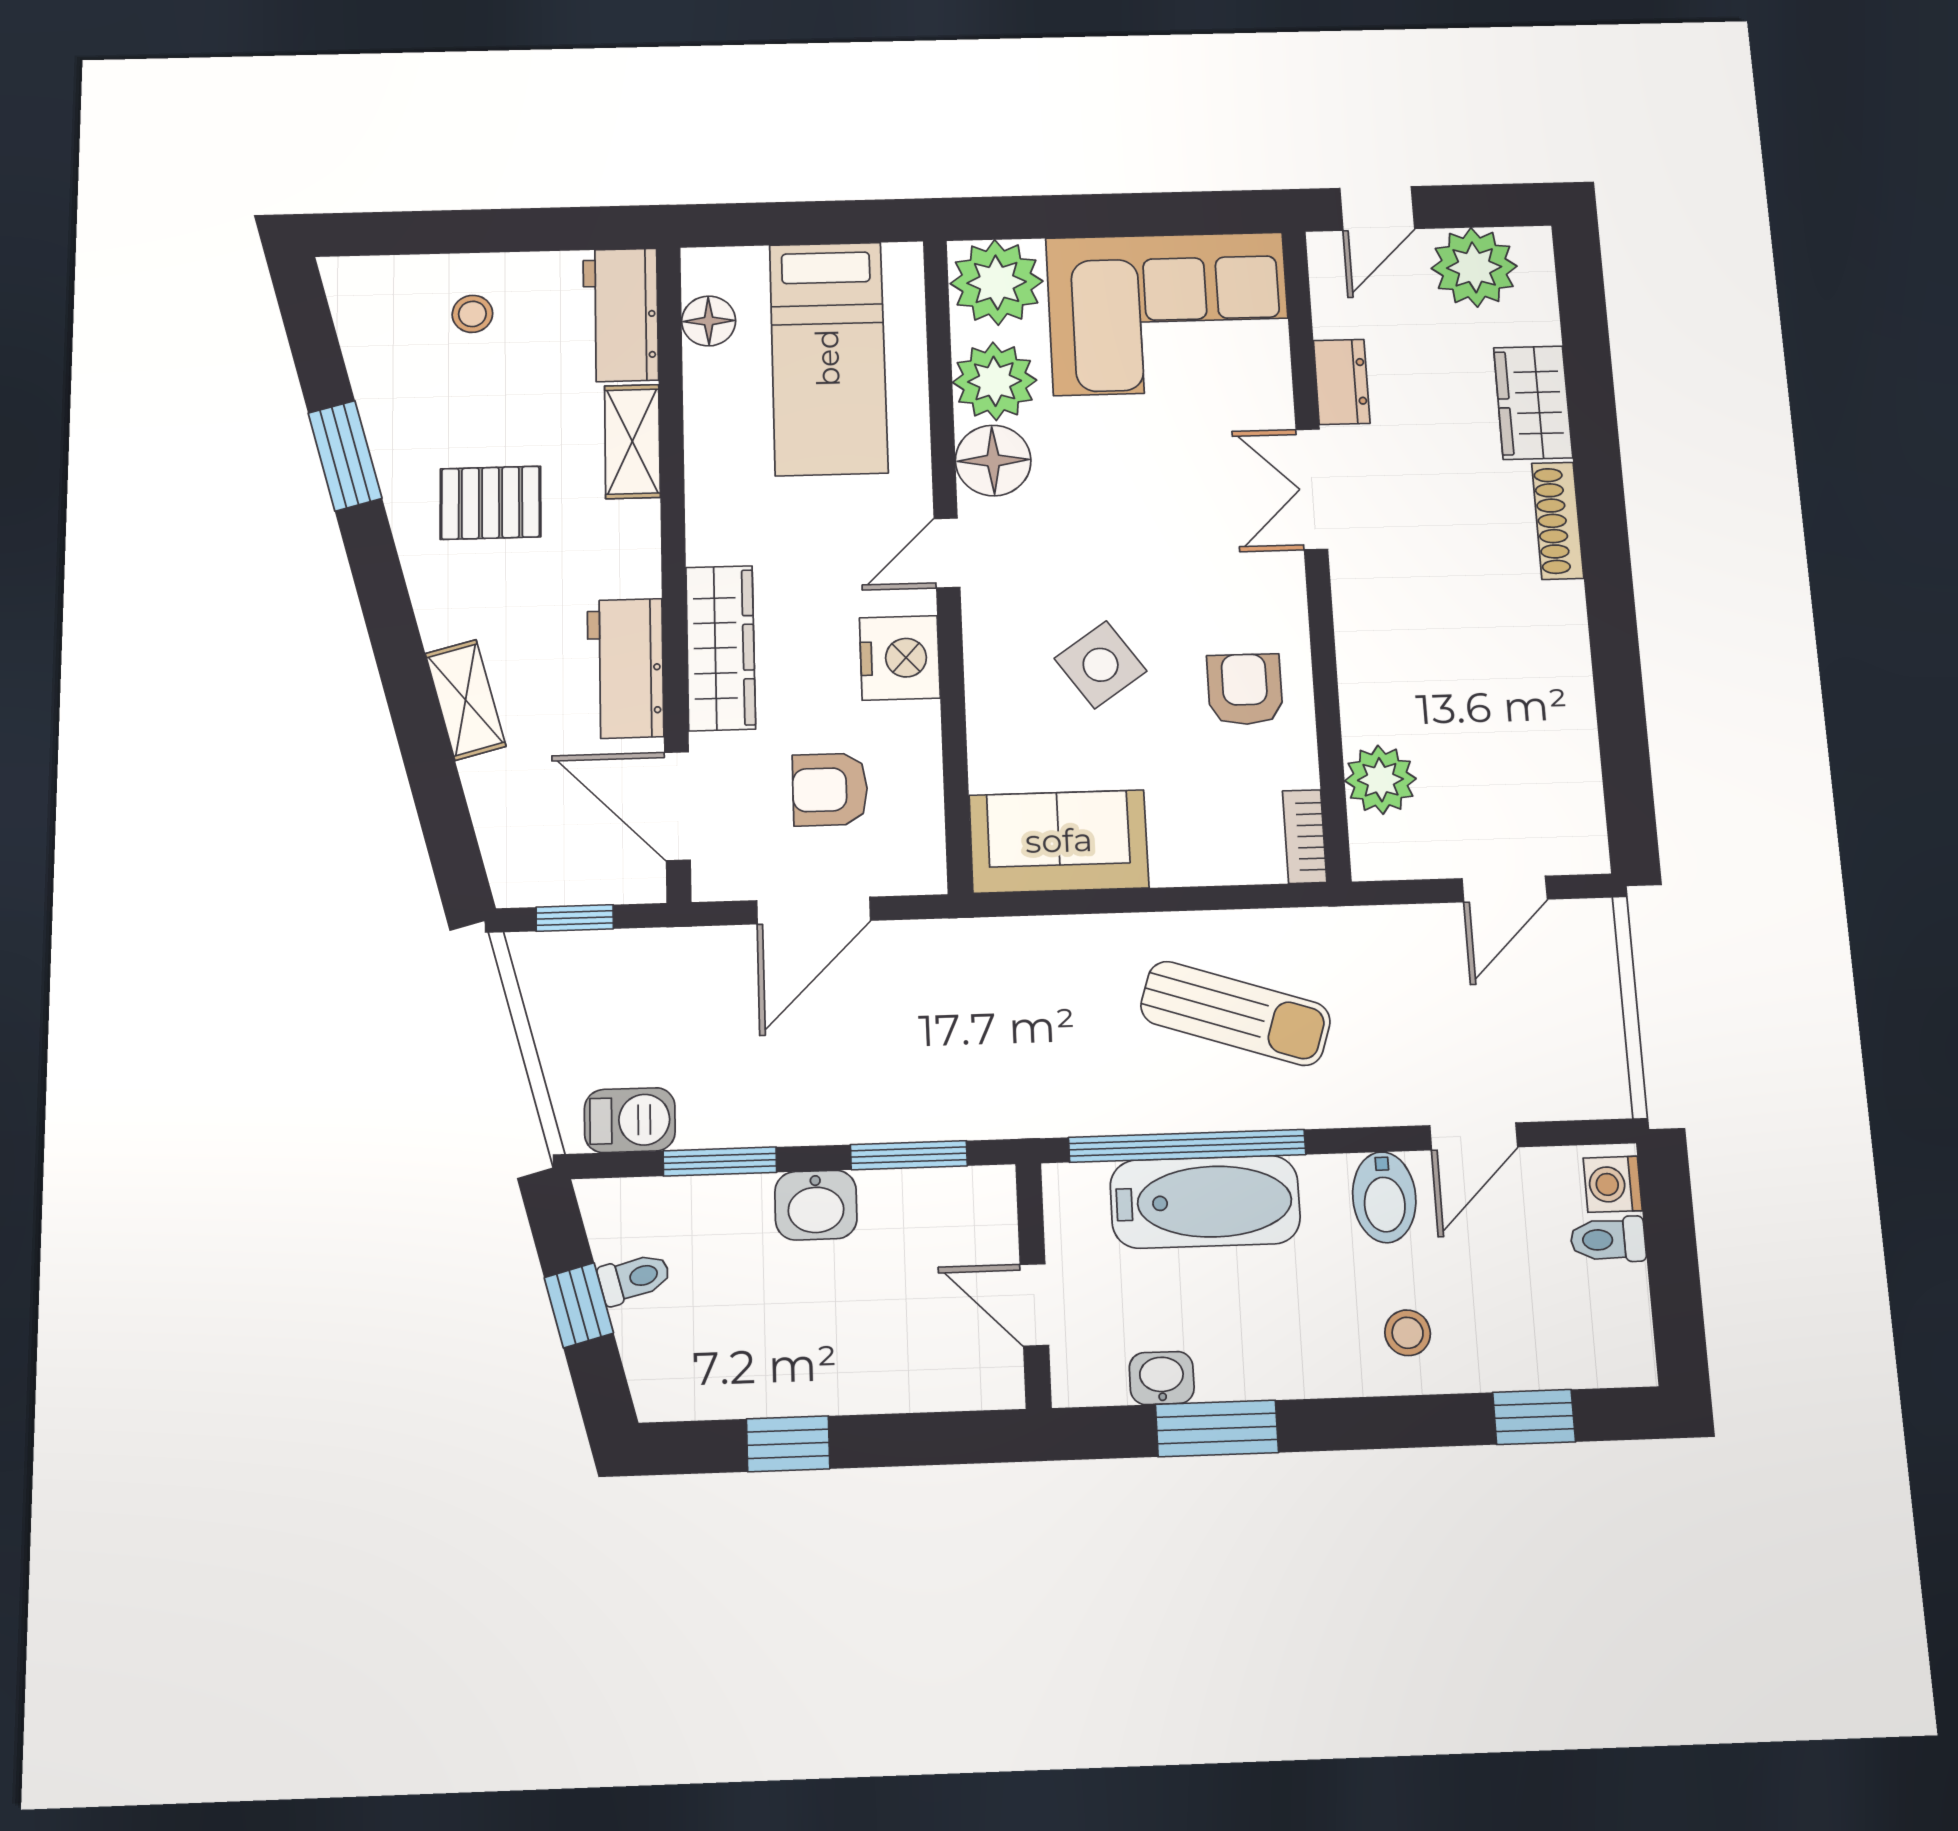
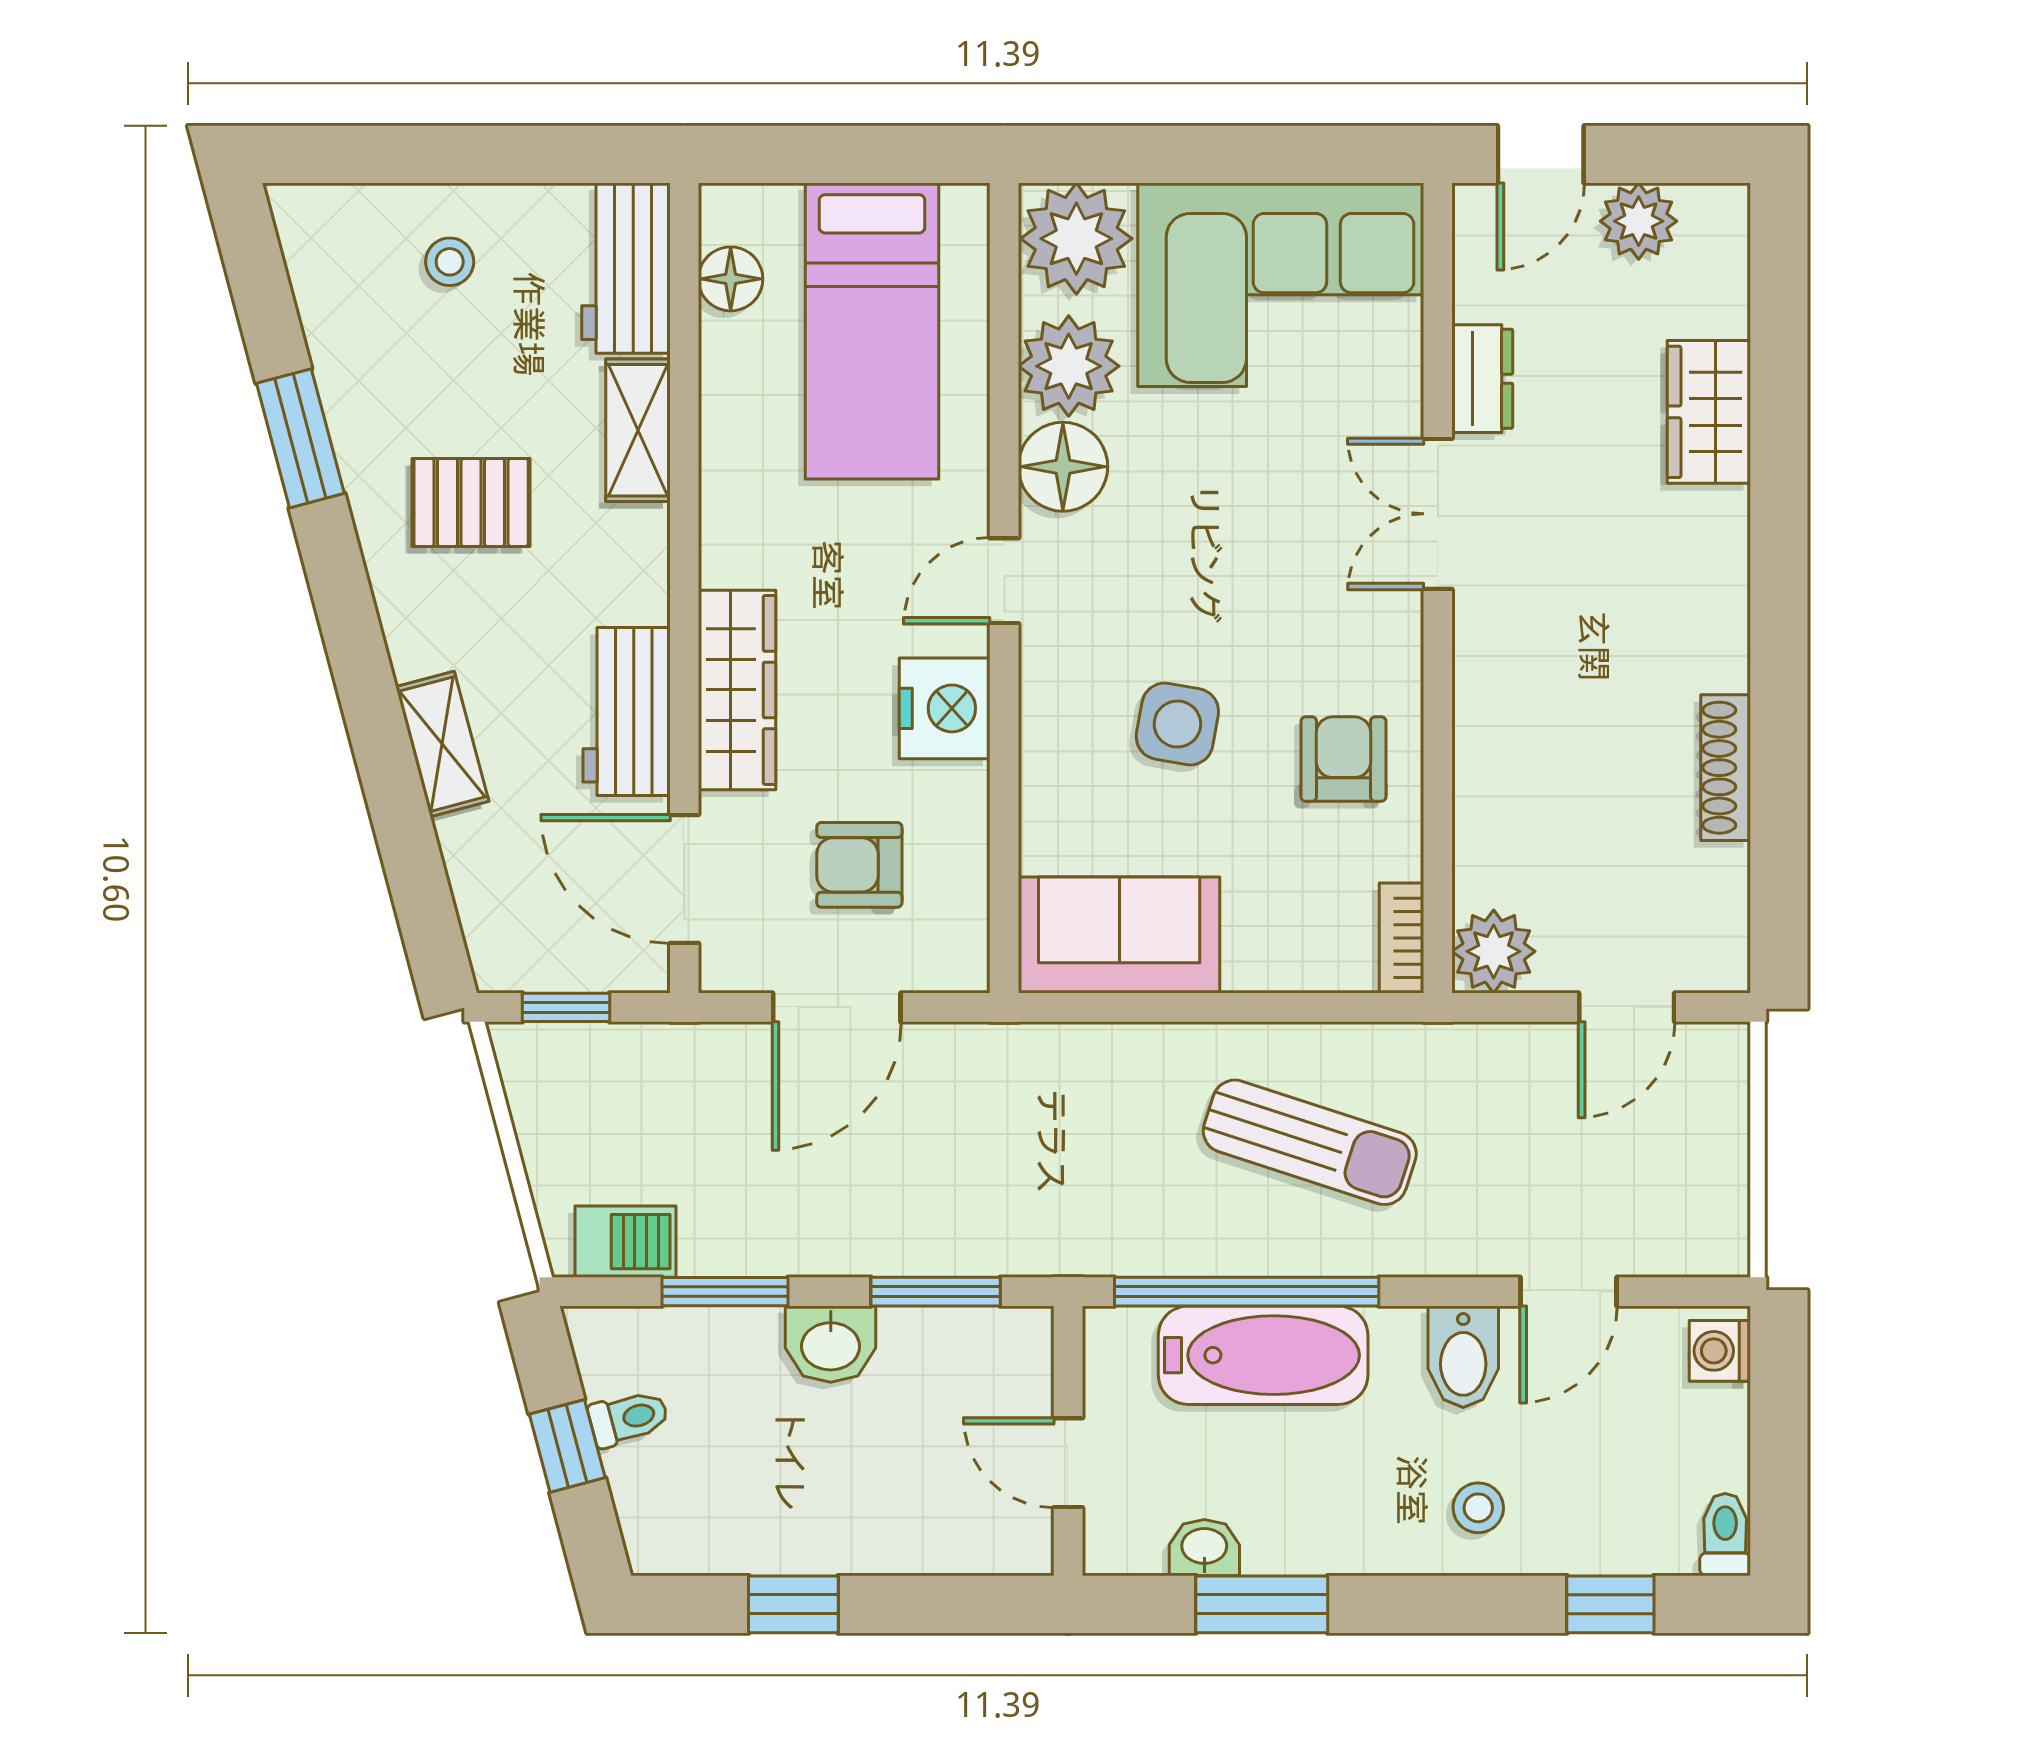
plant: (1474, 267) -> (1639, 221), width x0.73, depth x0.73
shoe rack: (1558, 521) -> (1726, 768), moved
side table: (1101, 665) -> (1177, 724), turned 45
plant: (1380, 780) -> (1494, 951), moved
toilet: (1608, 1240) -> (1725, 1535), moved, turned 90

